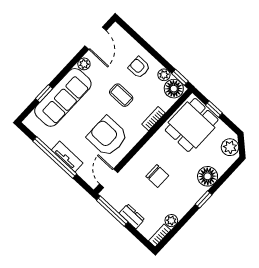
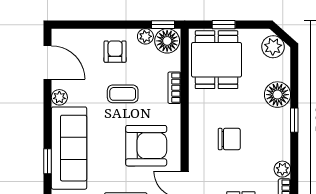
armchair: (139, 67) -> (115, 52), turned 90
armchair: (107, 136) -> (146, 146), turned 180

